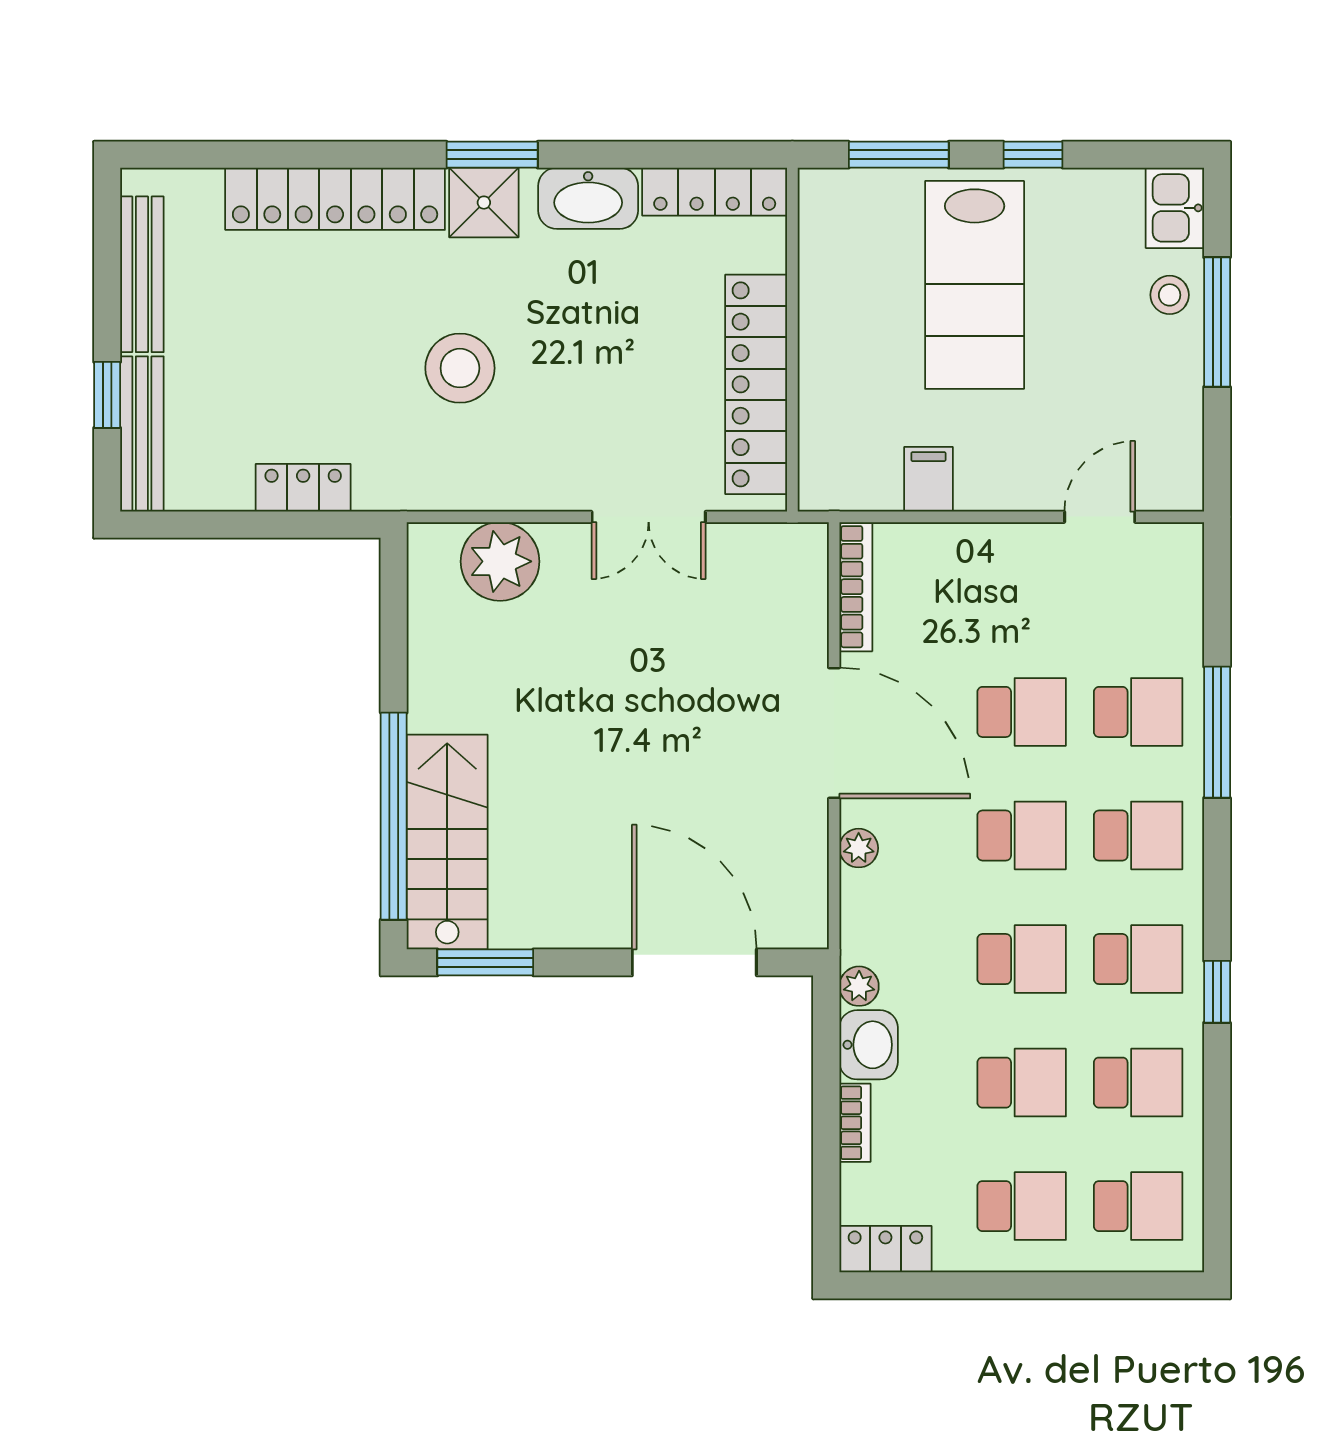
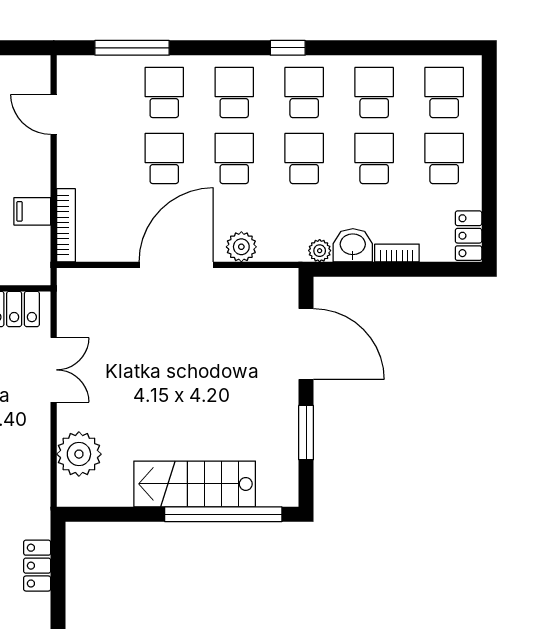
bookcase: (856, 587) -> (66, 225), moved, turned 90
window: (1217, 732) -> (132, 48), moved
stairs: (447, 842) -> (195, 484), moved
plant: (859, 848) -> (241, 247), width x1.38, depth x1.38
window: (485, 962) -> (306, 433), moved
door: (694, 962) -> (306, 344), swing flipped
window: (1217, 992) -> (288, 48), moved

